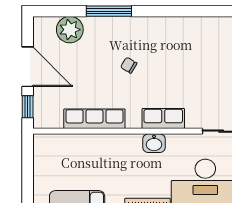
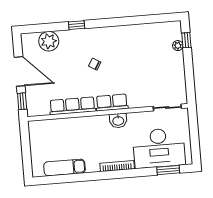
window: (109, 11) -> (77, 25), width x0.46
row of seats: (163, 118) -> (112, 103), moved

